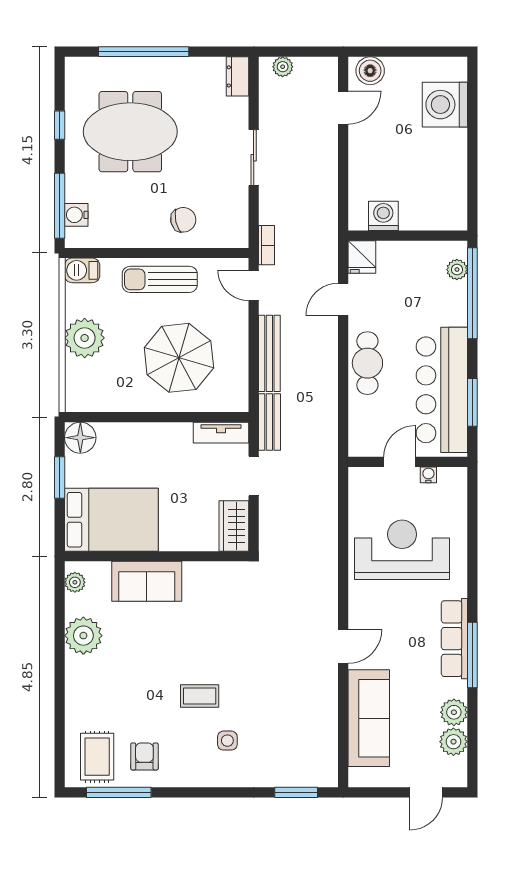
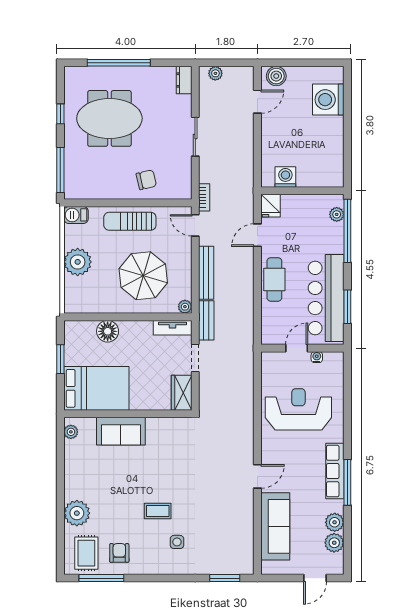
water cooler: (76, 215) -> (72, 176), removed
plant: (239, 402) -> (185, 307), added
floor lamp: (80, 438) -> (108, 331), moved
plant: (83, 636) -> (77, 513), moved

